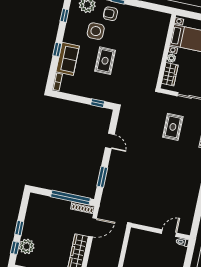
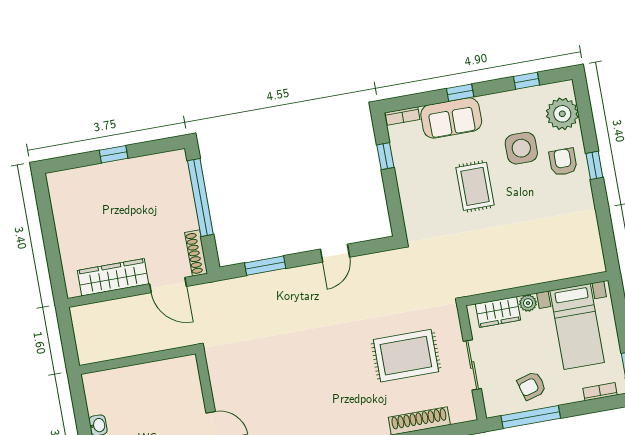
rug: (105, 61) -> (475, 186), turned 90
window: (98, 103) -> (385, 156), moved
rug: (173, 127) -> (406, 356), width x1.36, depth x1.43
window: (71, 198) -> (200, 198), moved
plant: (27, 246) -> (86, 181), removed
window: (15, 248) -> (75, 161), removed

